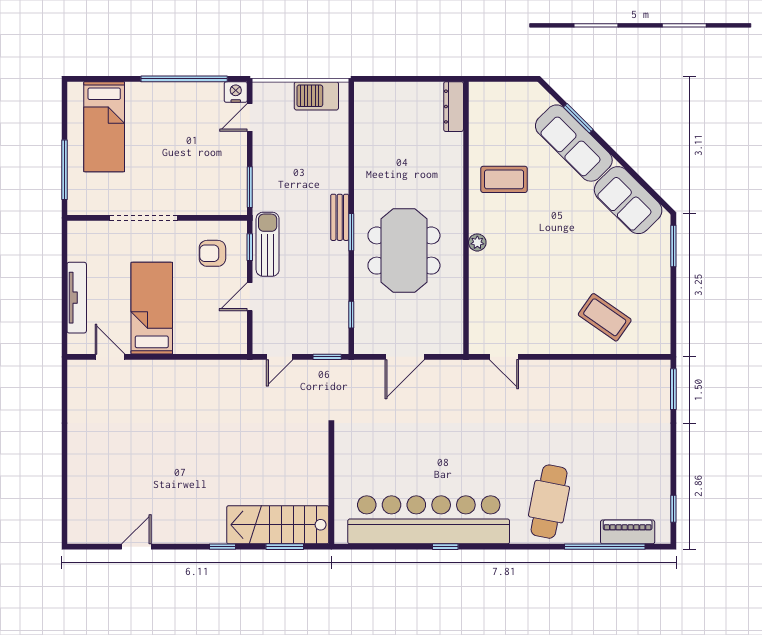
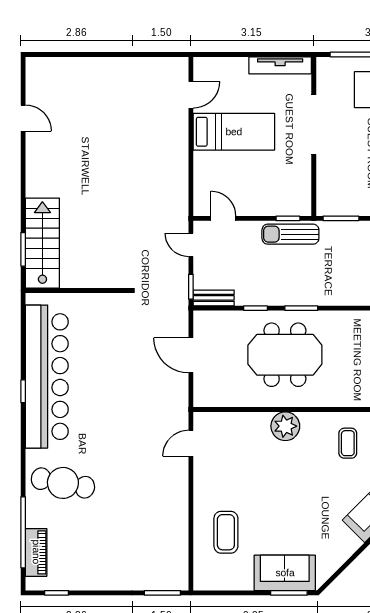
coffee table: (504, 179) -> (348, 443), width x0.73, depth x0.77
sofa: (628, 200) -> (285, 573), moved, turned 45
bench: (340, 217) -> (214, 298), moved
plant: (477, 242) -> (285, 426), width x1.88, depth x1.88
sun lounger: (268, 244) -> (290, 234), turned 180
armchair: (212, 253) -> (282, 185), removed
door: (250, 297) -> (223, 218), moved
tv unit: (77, 298) -> (280, 65), moved
window: (351, 315) -> (255, 308), moved
coffee table: (605, 317) -> (226, 532), turned -35
window: (222, 547) -> (23, 194), removed

